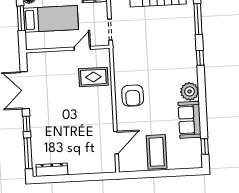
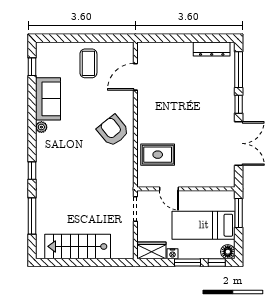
window: (21, 18) -> (239, 213), moved
door: (82, 48) -> (169, 189), hinge flipped
plant: (190, 91) -> (41, 127), width x0.53, depth x0.53
armchair: (133, 96) -> (113, 131), turned -39
coffee table: (157, 152) -> (88, 63), width x0.73, depth x0.76

